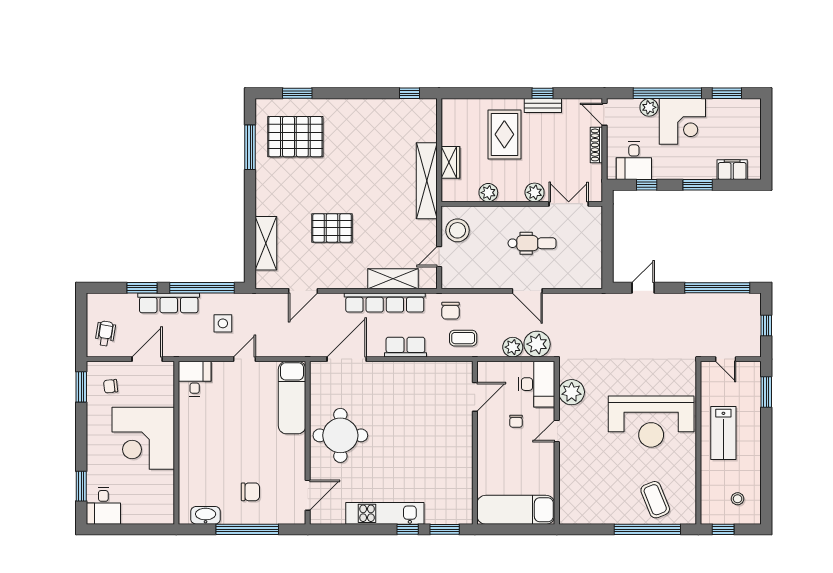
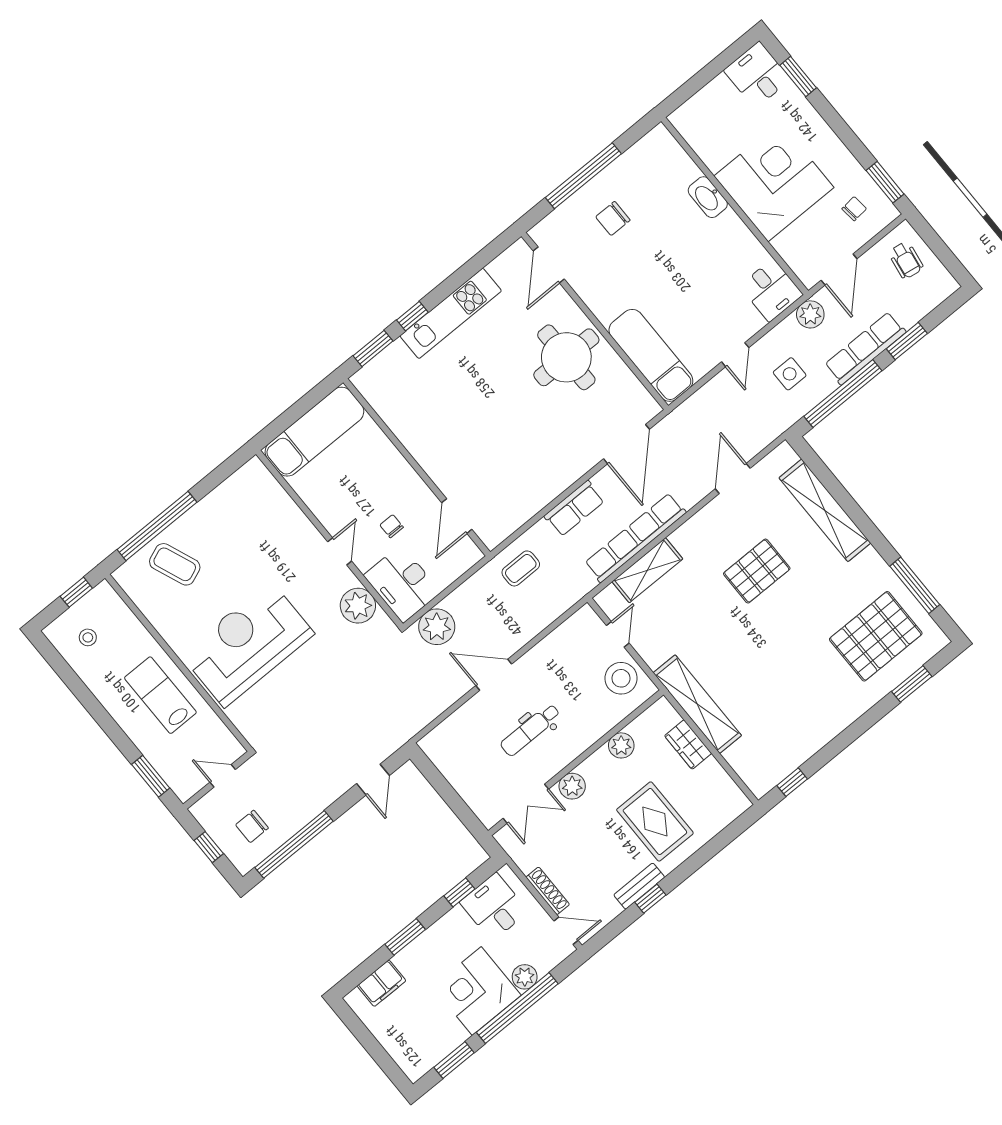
shelving: (266, 243) -> (825, 510), width x1.47
chair: (451, 311) -> (252, 826), moved, turned -90
plant: (513, 347) -> (810, 314), moved
washbasin: (206, 515) -> (708, 197), moved, turned 90

